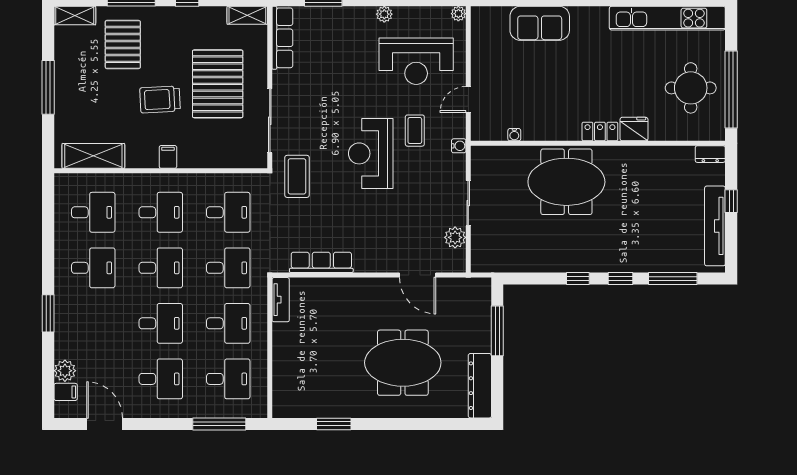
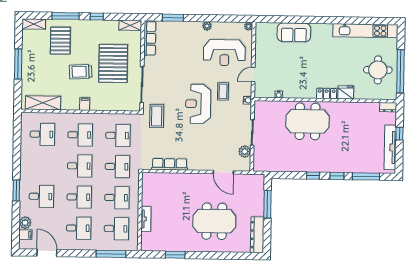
desk: (93, 268) -> (41, 196), moved
tv unit: (281, 300) -> (146, 219), moved

